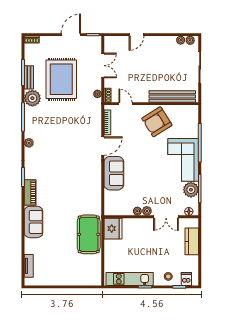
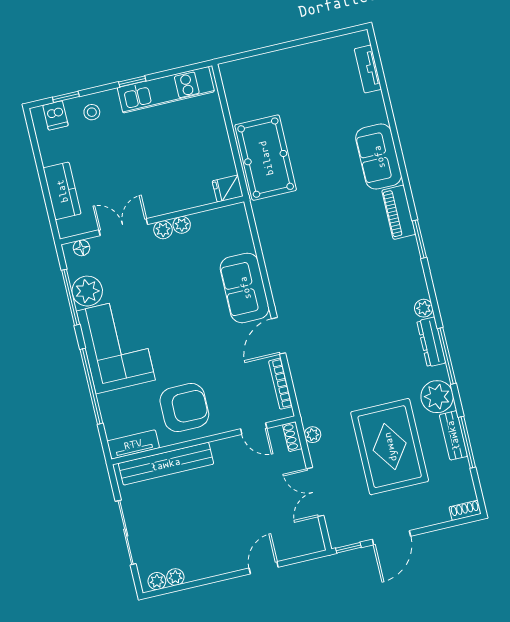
tv unit: (186, 110) -> (133, 444), added
armchair: (157, 122) -> (184, 408), turned 32
dresser: (29, 125) -> (431, 342), added
fridge: (113, 229) -> (228, 189), width x0.53, depth x0.75

